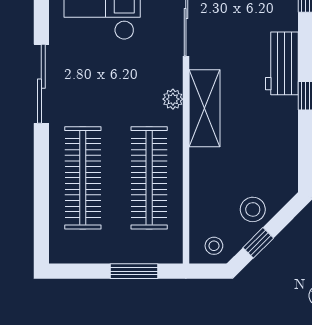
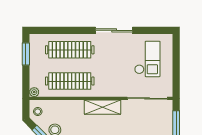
plant: (173, 99) -> (34, 92), moved
window: (134, 271) -> (26, 54), moved

